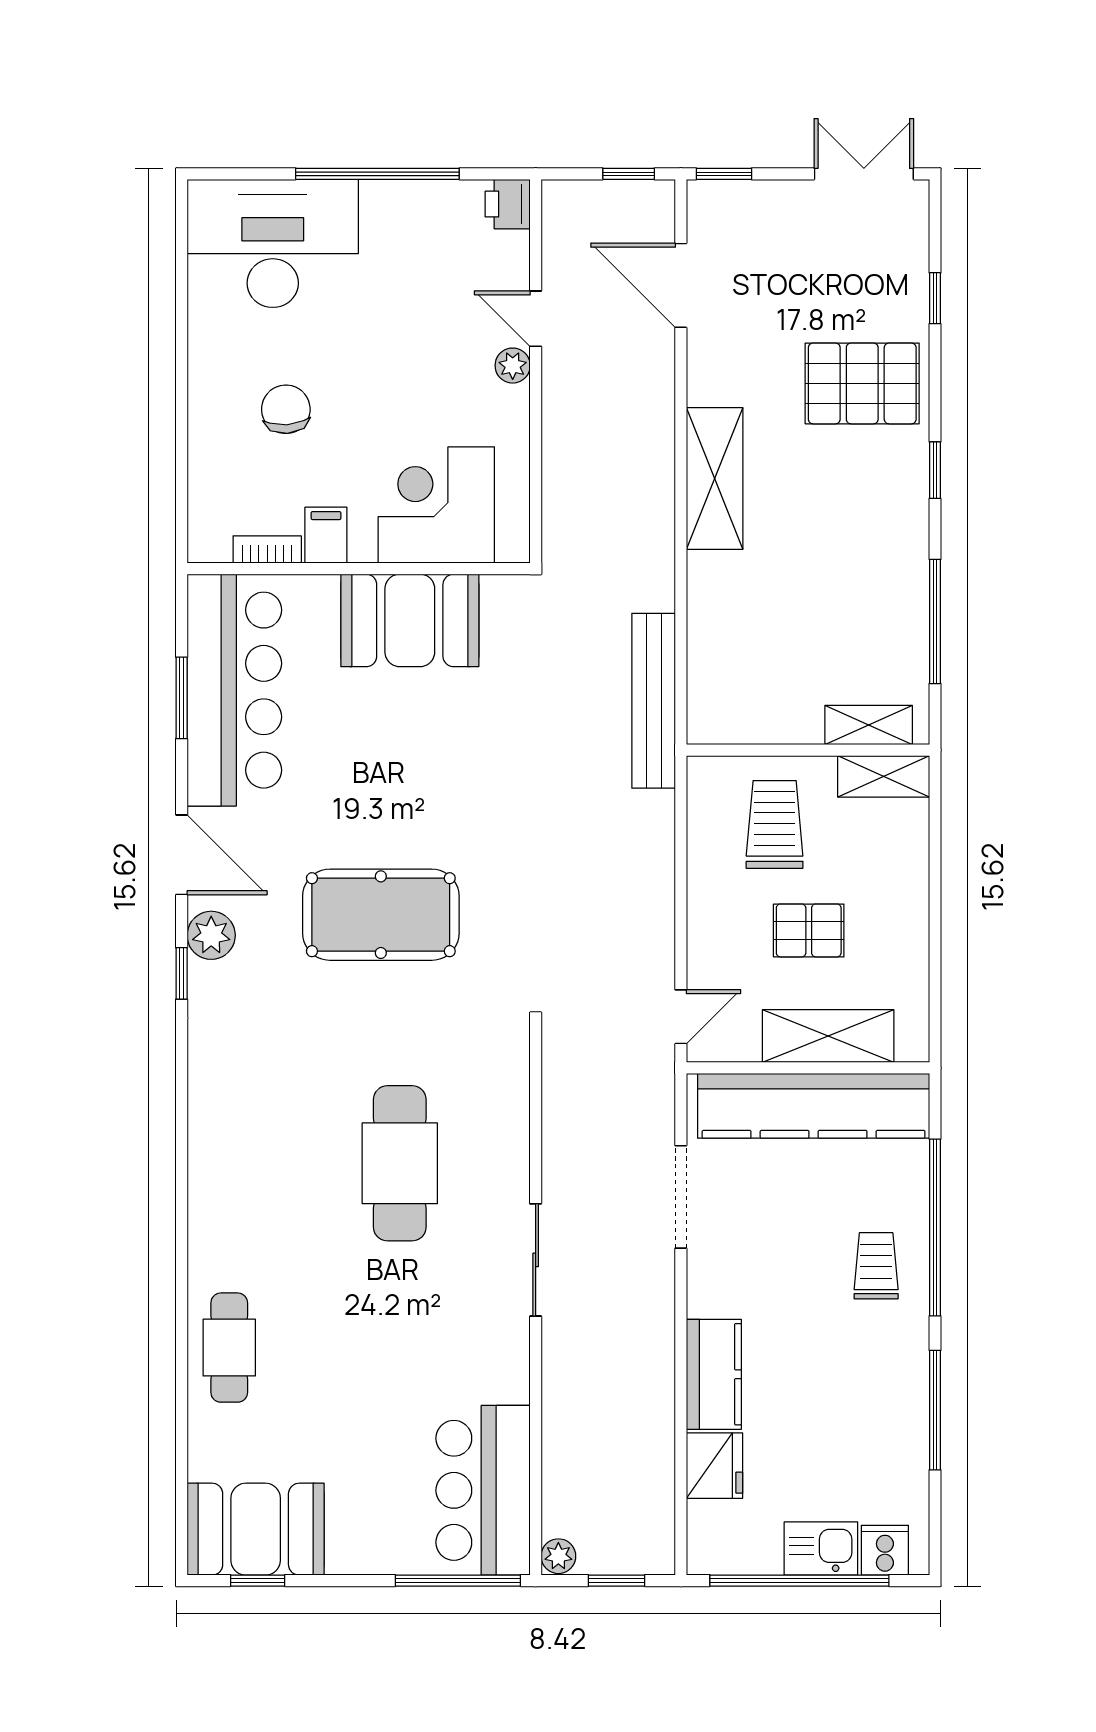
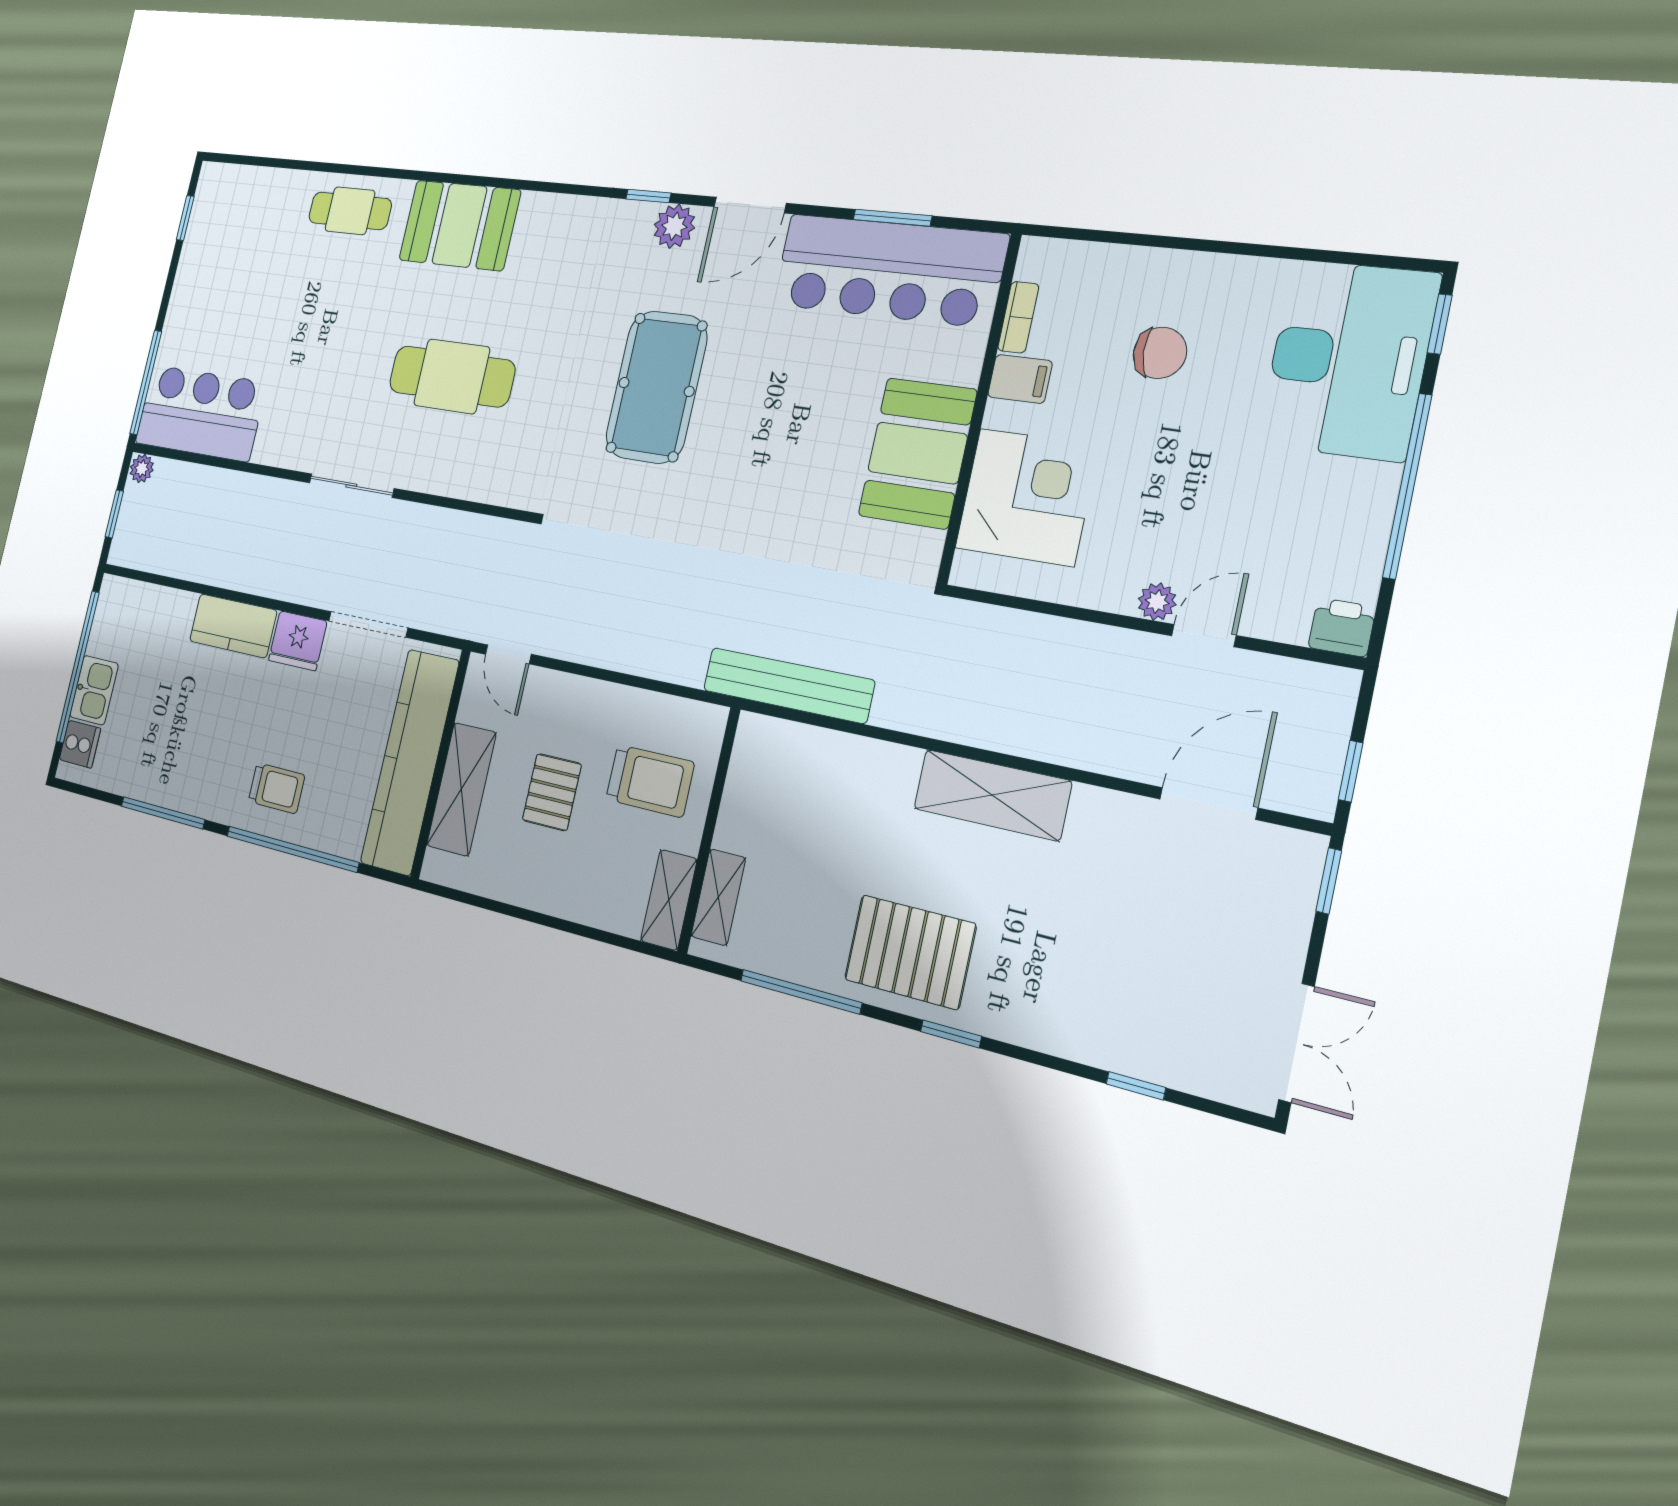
window: (233, 174) -> (1440, 324), added
pallet: (862, 383) -> (910, 952), moved, turned 90
fridge: (714, 1466) -> (298, 641), moved
booth: (256, 1529) -> (459, 225), moved, turned 90

